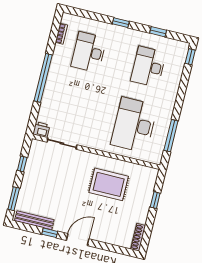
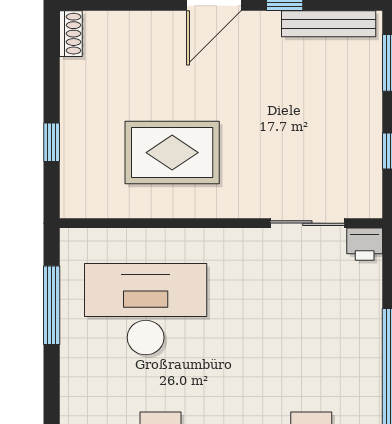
desk: (134, 125) -> (146, 309), turned -90
shoe rack: (138, 237) -> (71, 34), width x0.70

